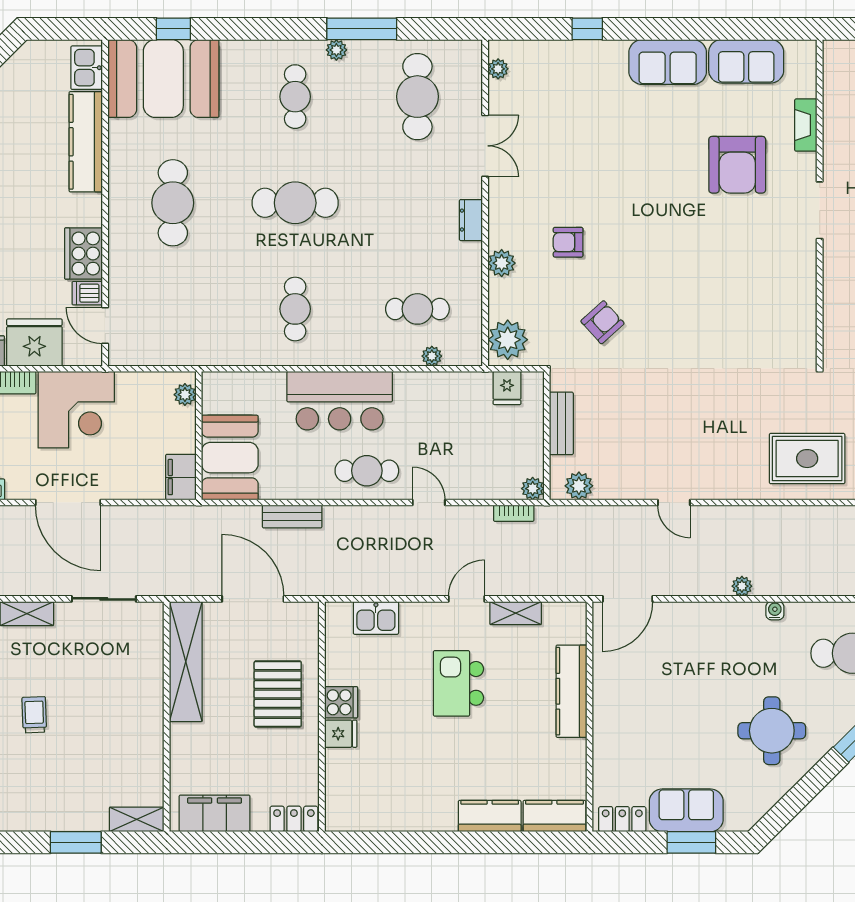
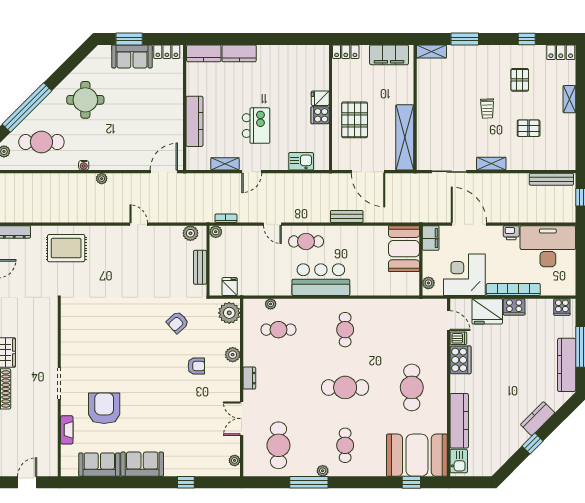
plant: (185, 395) -> (428, 283), moved
wall: (199, 436) -> (421, 261), moved
booth: (230, 458) -> (404, 249), moved
filing cabinet: (181, 477) -> (431, 238), moved

